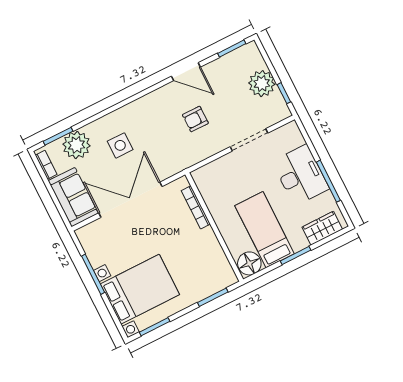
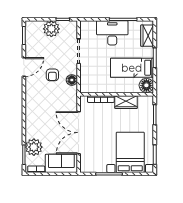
side table: (120, 145) -> (46, 123), removed
floor lamp: (202, 151) -> (72, 80), added
wardrobe: (210, 246) -> (126, 102), added

